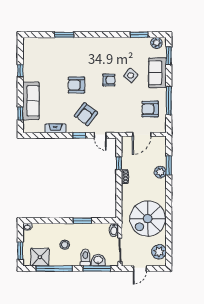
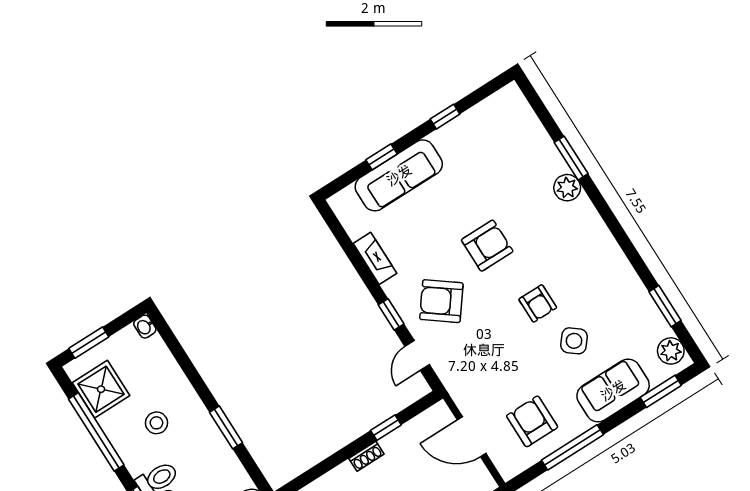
plant: (74, 43) -> (567, 188), added
armchair: (76, 85) -> (487, 246), turned 90
window: (20, 113) -> (382, 157), moved

